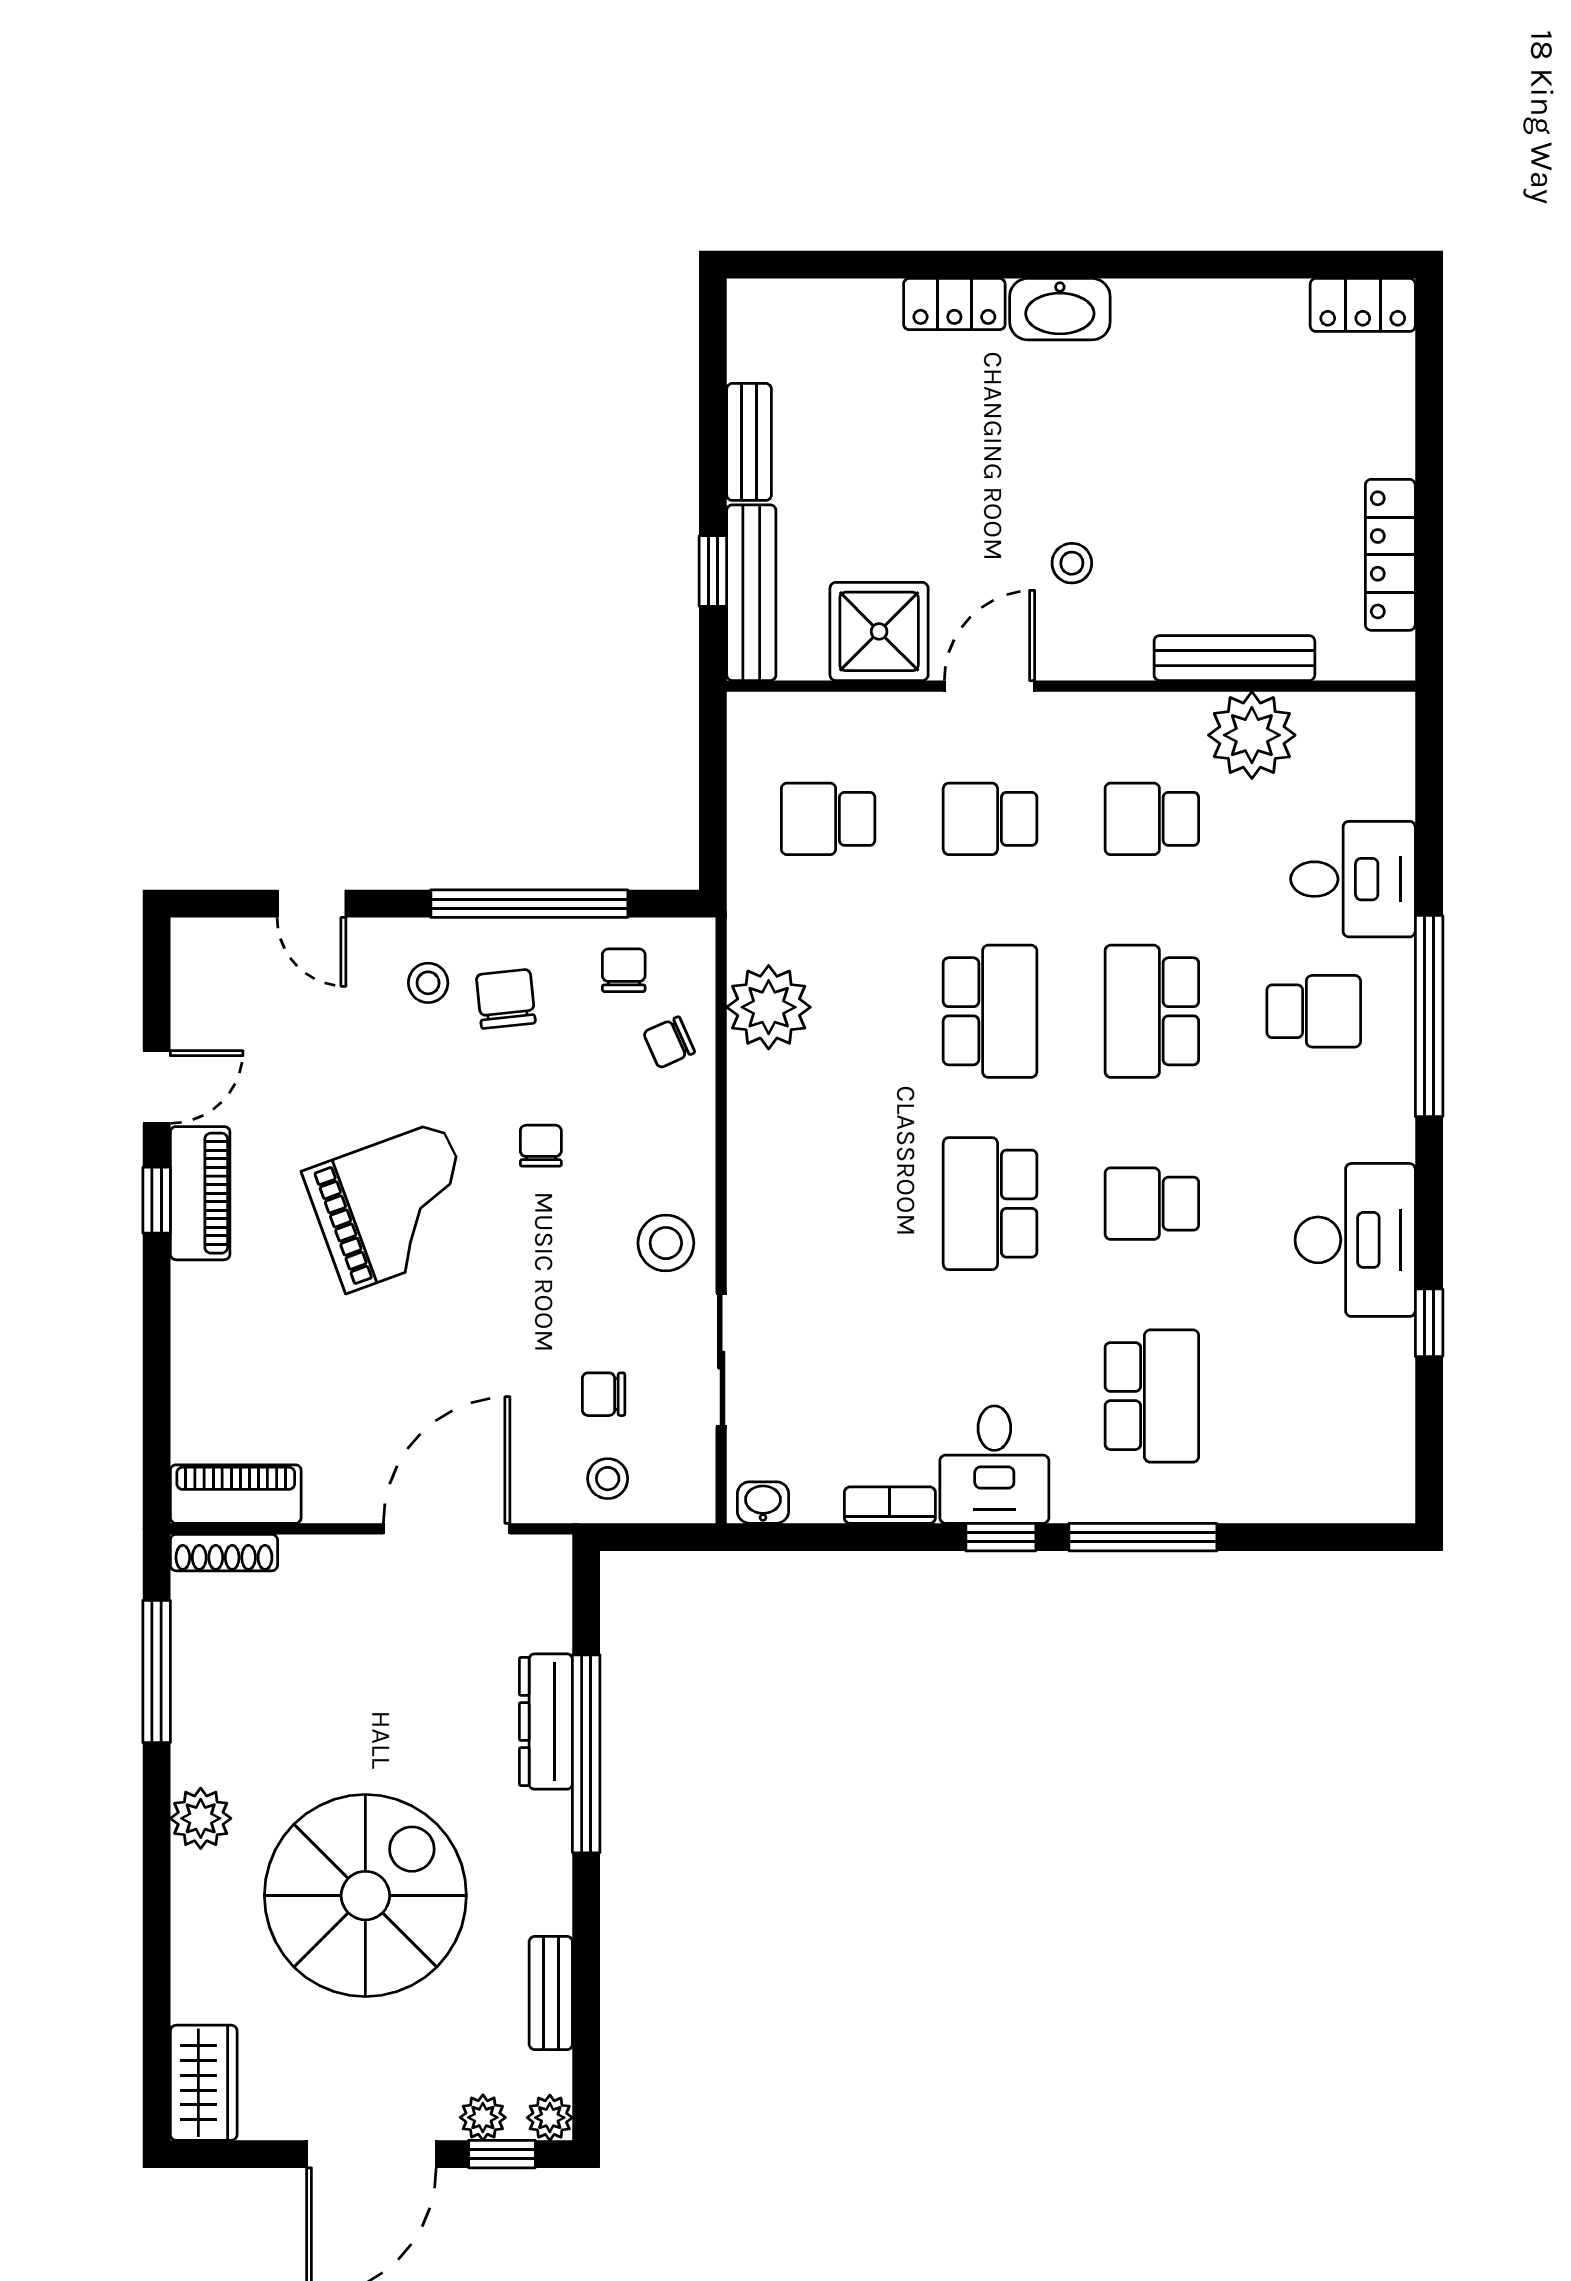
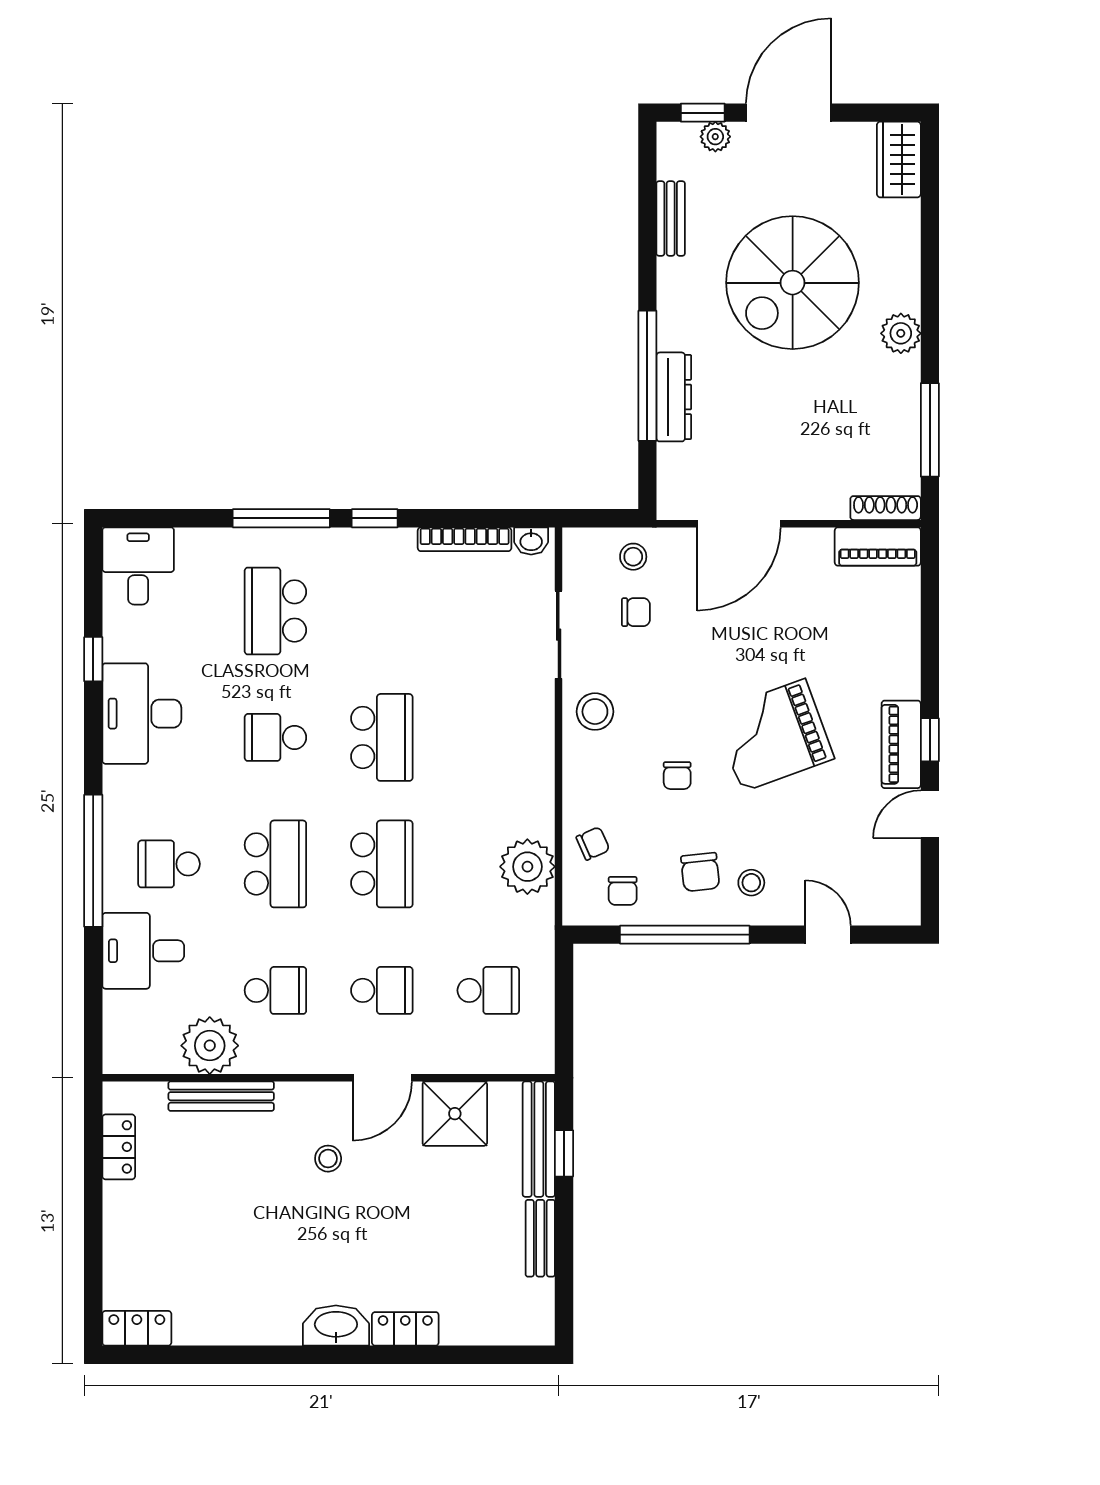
locker: (1390, 555) -> (119, 1147), width x0.66
school desk: (990, 1011) -> (382, 864), turned 180
school desk: (1152, 1204) -> (275, 737), turned 180
desk: (994, 1465) -> (138, 566), moved
bookcase: (890, 1505) -> (465, 539), width x1.56
plant: (550, 2118) -> (671, 137), removed

